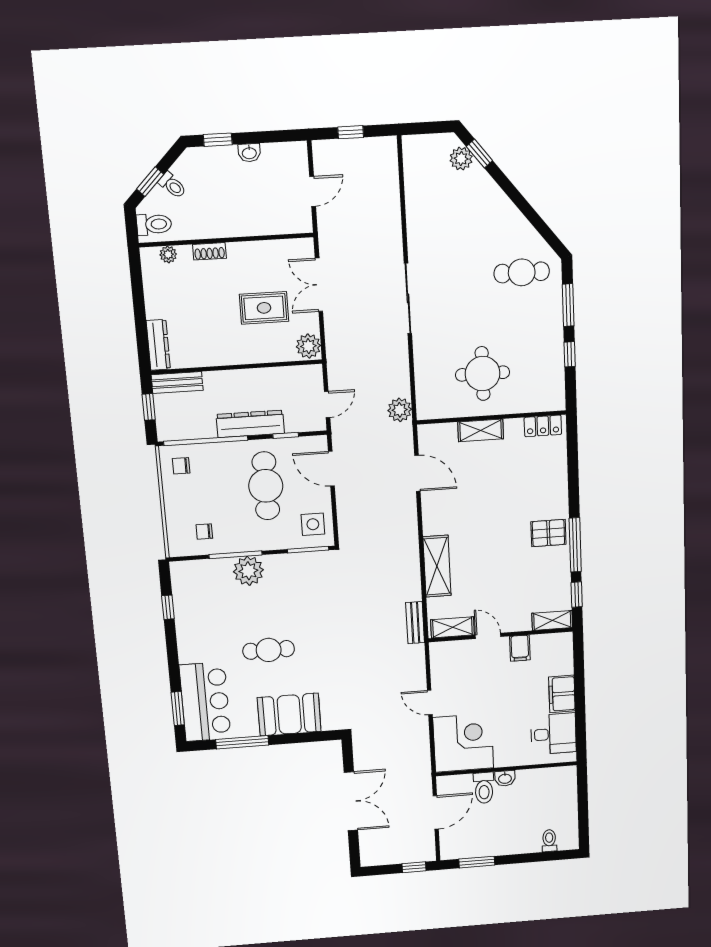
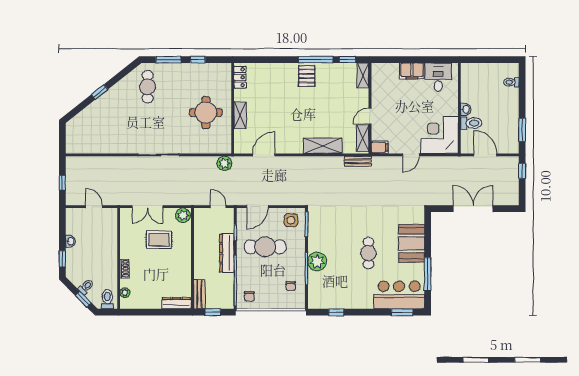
window: (479, 154) -> (100, 92), moved
plant: (461, 159) -> (81, 120), removed
rug: (264, 308) -> (159, 240), turned 90
filing cabinet: (520, 648) -> (380, 147), moved

